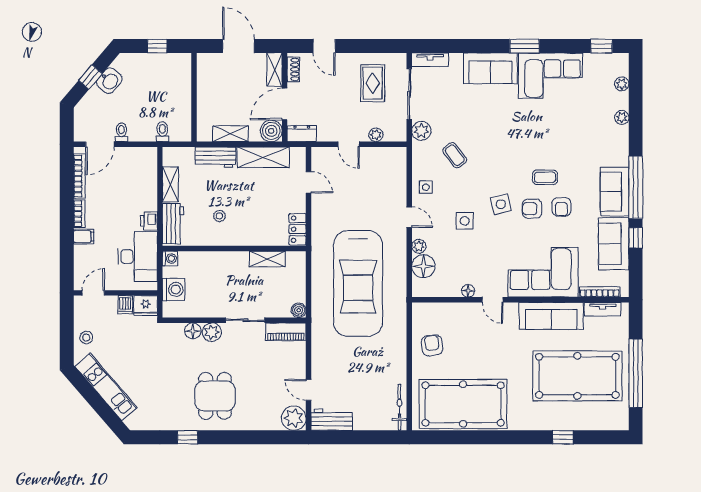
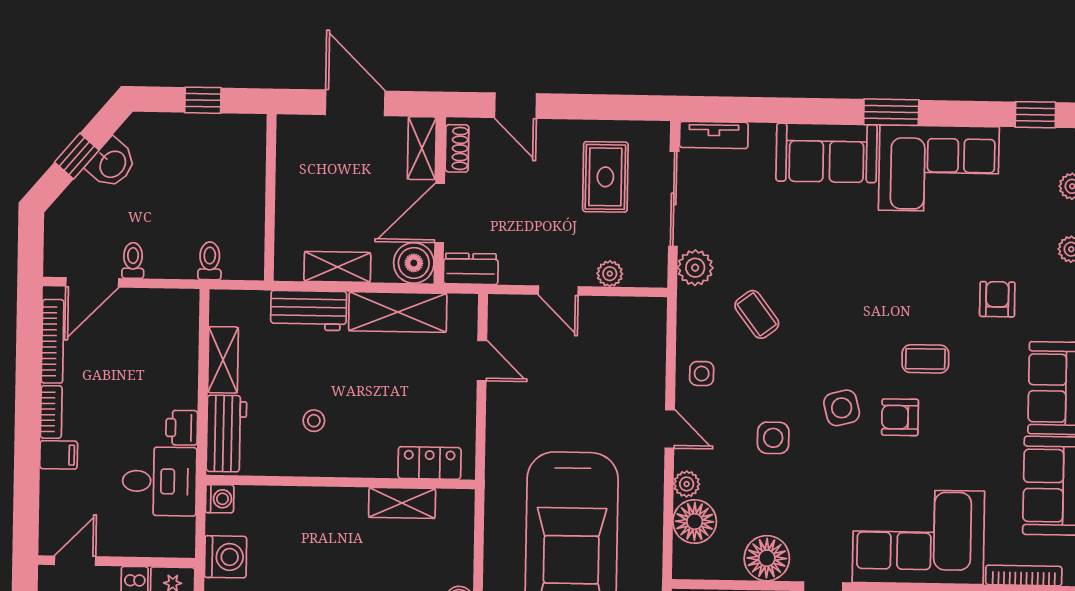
armchair: (561, 207) -> (997, 299), moved, turned 180
locker: (298, 229) -> (429, 463), moved, turned 90
desk: (138, 257) -> (159, 481), width x0.73
floor lamp: (468, 291) -> (767, 558), width x1.89, depth x1.89

